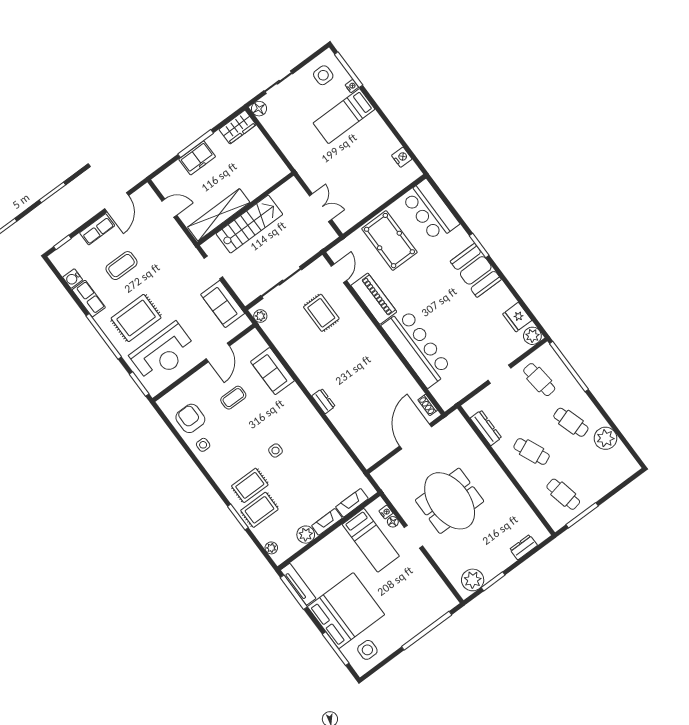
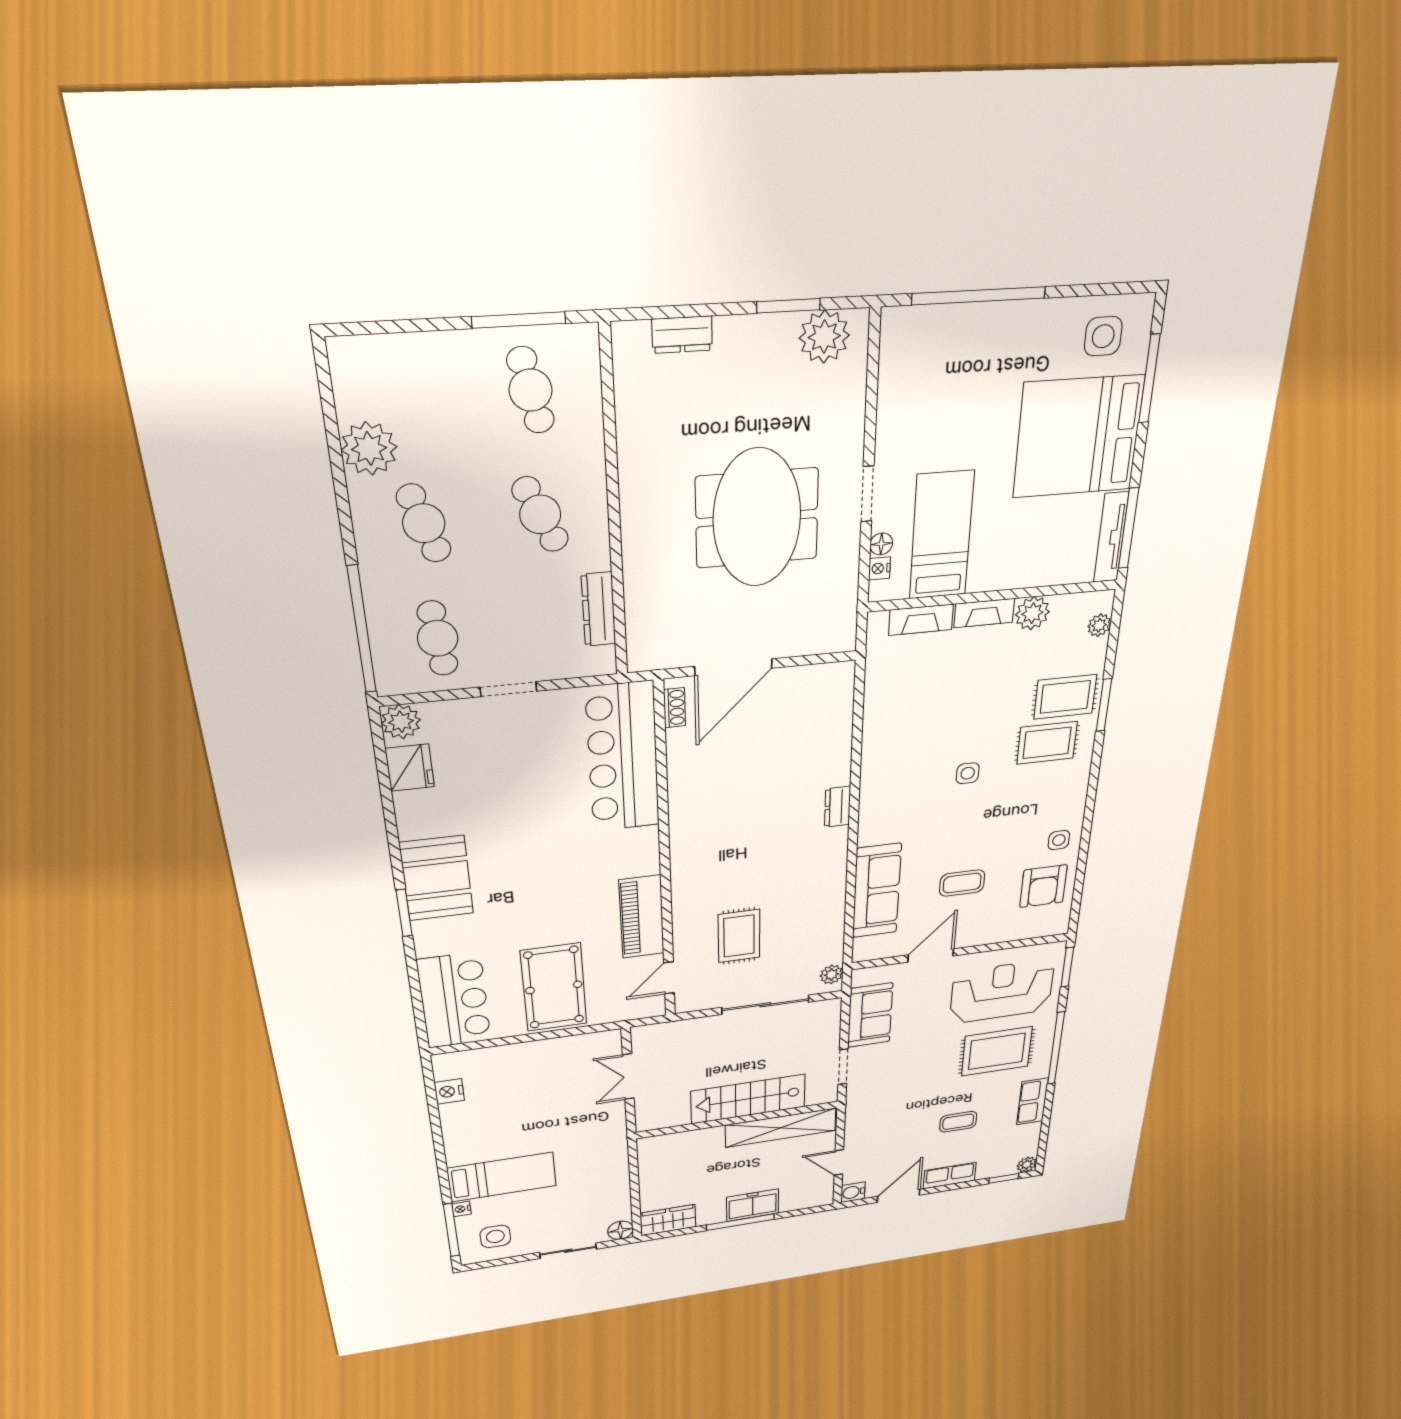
plant: (56, 258) -> (1027, 1164), added
coffee table: (122, 266) -> (958, 1122), width x0.73, depth x0.77
water cooler: (73, 279) -> (853, 1192), moved, turned 180
bar counter: (417, 348) -> (623, 757), moved
sofa: (272, 371) -> (877, 891), width x1.36

